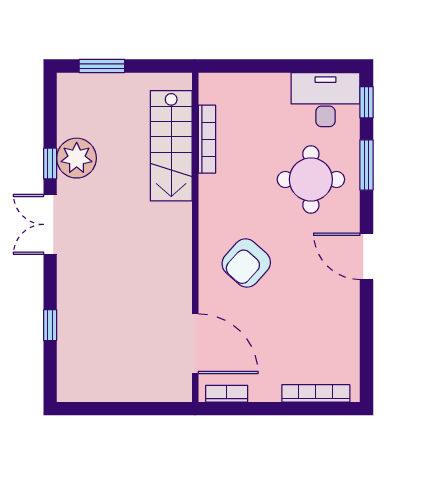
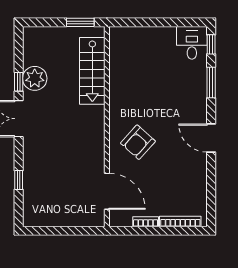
window: (102, 66) -> (80, 22), moved
desk: (325, 100) -> (192, 43), width x0.73
bookcase: (207, 139) -> (114, 67), removed
round table: (311, 179) -> (177, 91), removed
bookcase: (227, 394) -> (146, 222), moved

